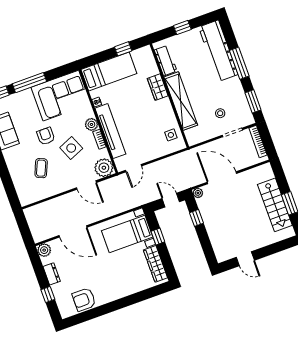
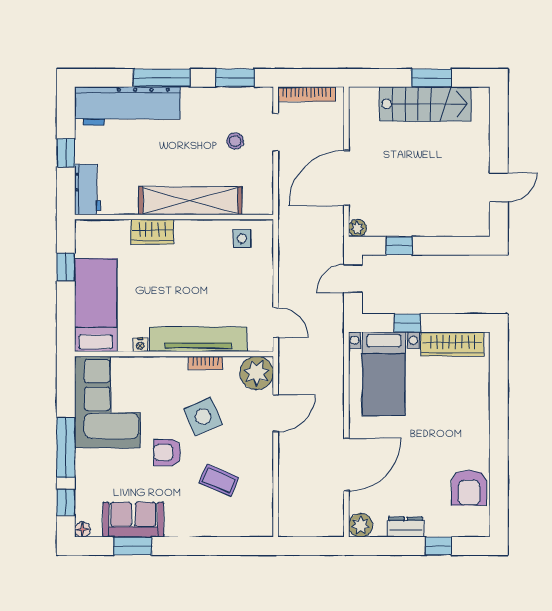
workbench: (166, 61) -> (88, 190), moved, turned 90
plant: (91, 124) -> (175, 367), removed

